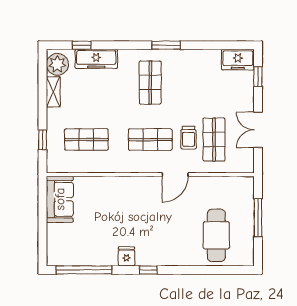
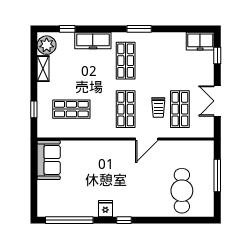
freezer: (96, 59) -> (93, 40), moved
shop shelf: (150, 140) -> (126, 109), turned 90

